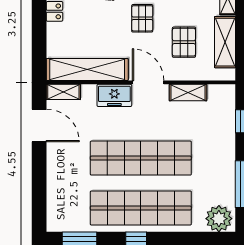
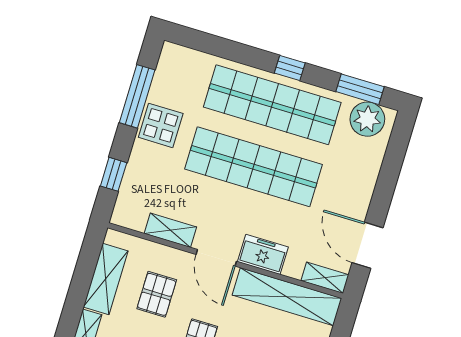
display table: (219, 168) -> (161, 125), added
plant: (219, 219) -> (367, 119), moved

